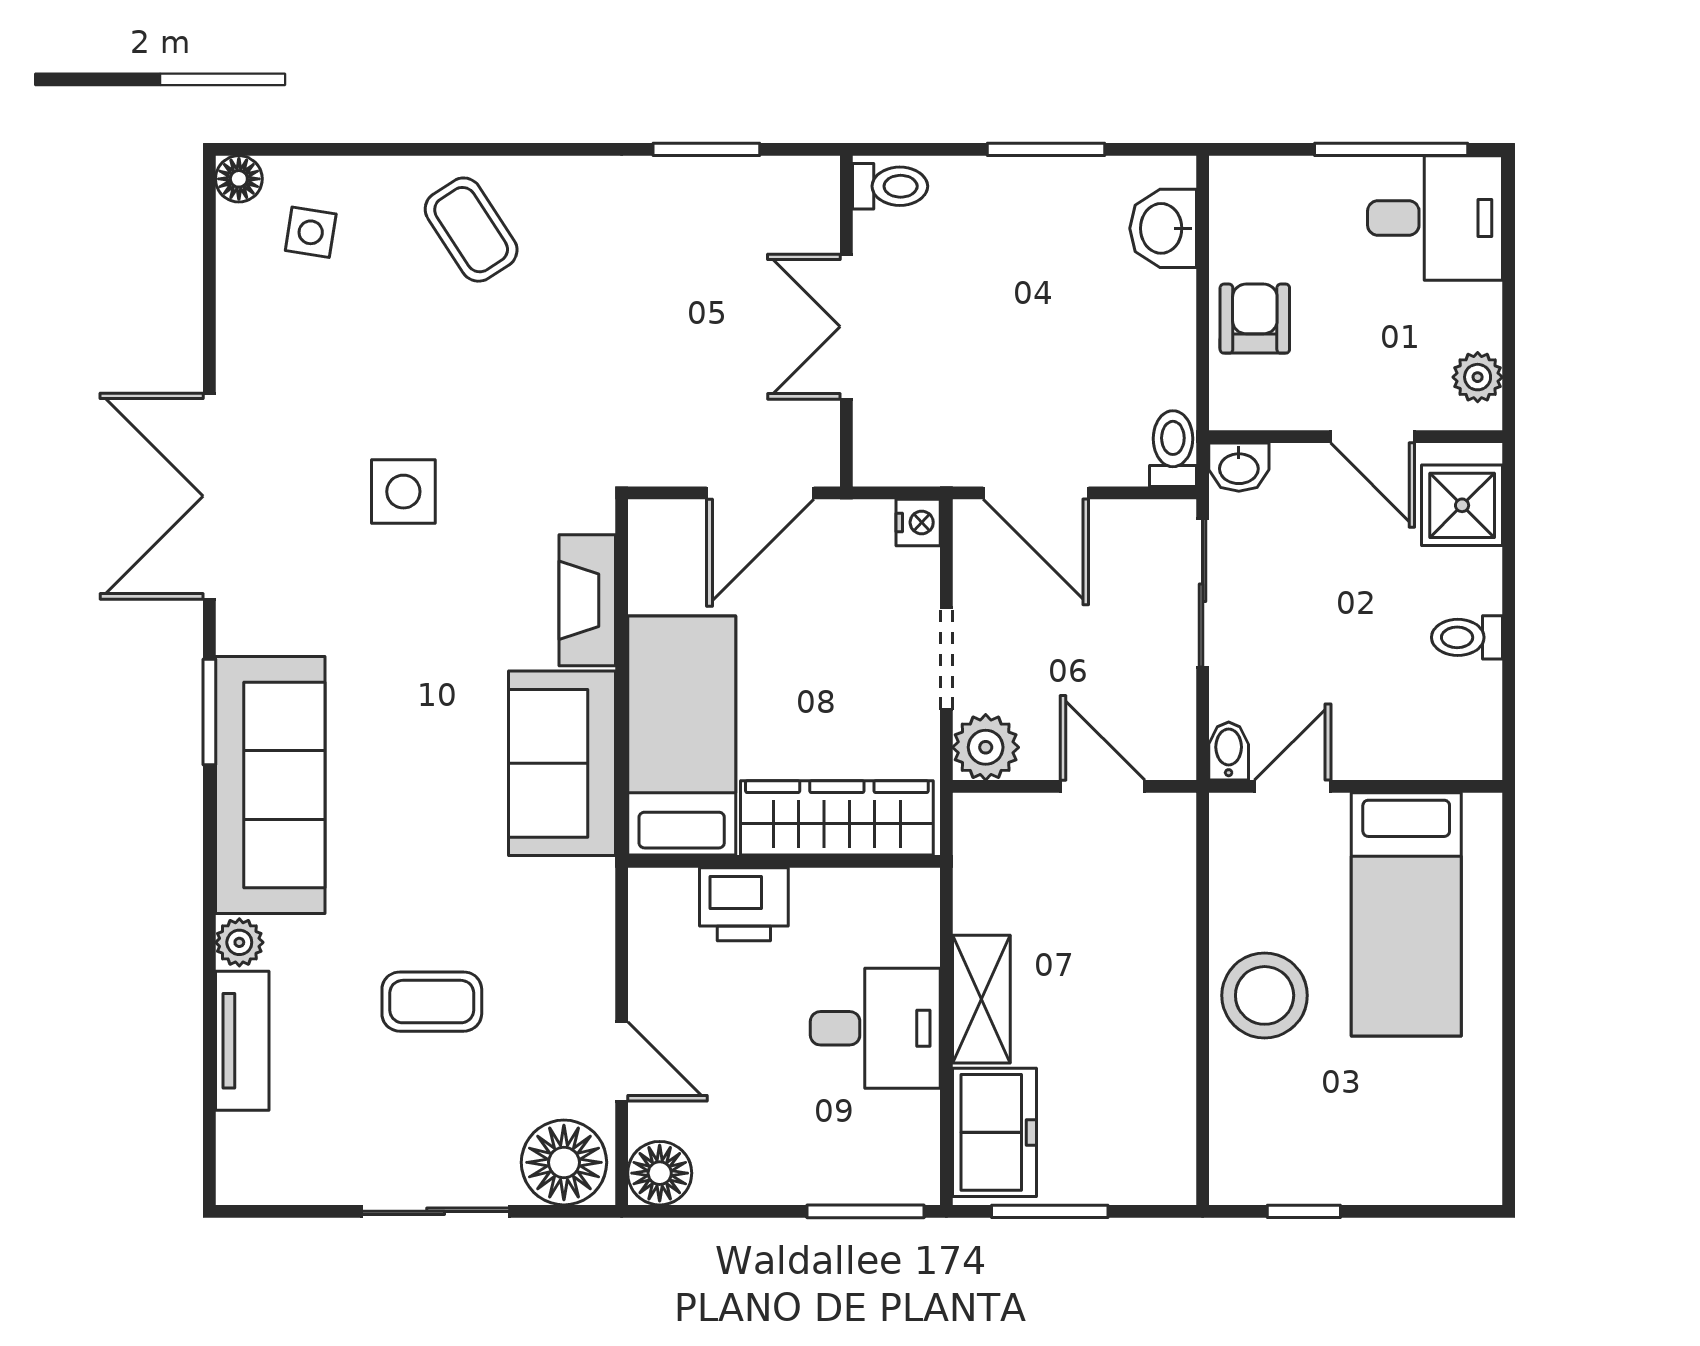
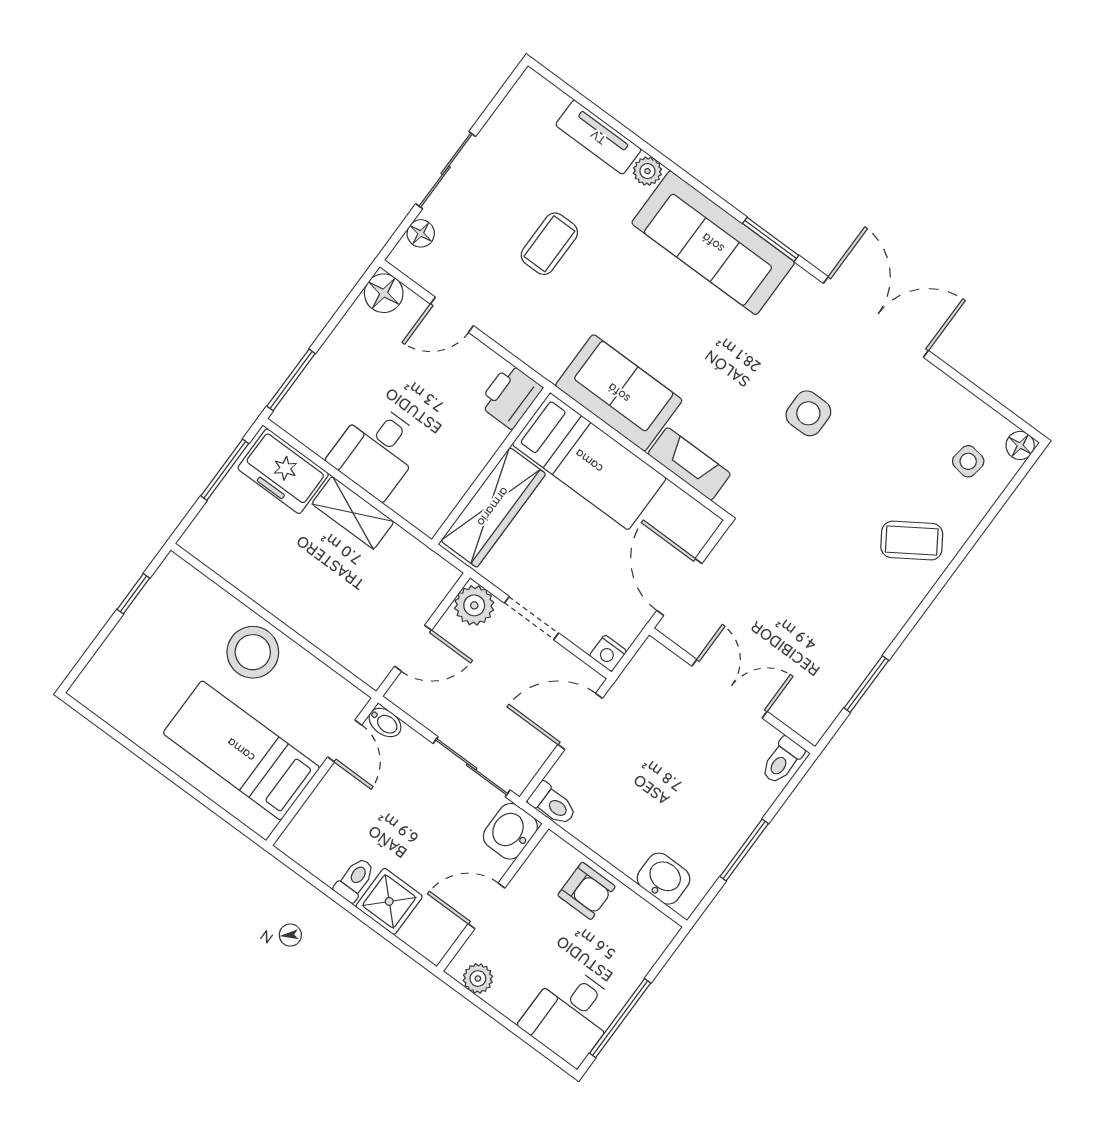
washbasin: (1239, 467) -> (510, 831), width x1.38, depth x1.45
shower: (1462, 505) -> (389, 901), moved
printer: (744, 904) -> (510, 396), moved
floor lamp: (564, 1162) -> (421, 233), width x0.53, depth x0.53

